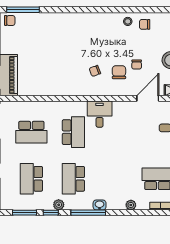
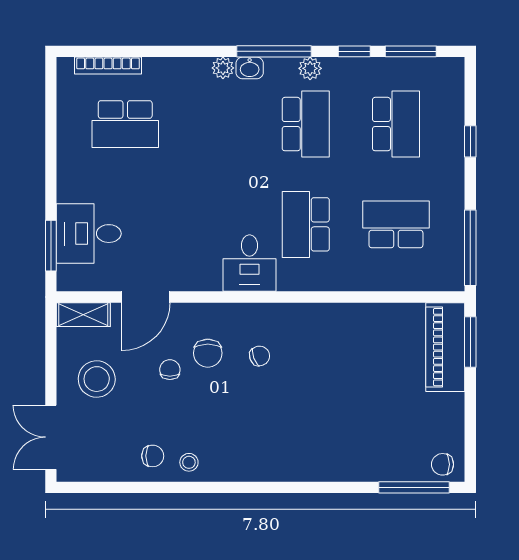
plant: (59, 205) -> (310, 68), moved
plant: (131, 205) -> (223, 68), moved

